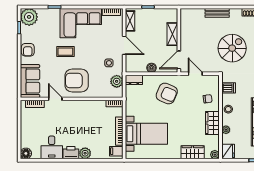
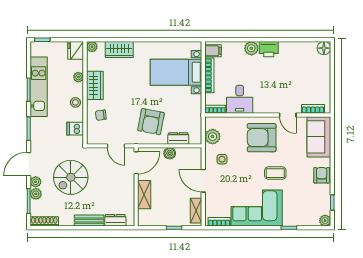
dresser: (196, 13) -> (115, 220), added
plant: (29, 17) -> (325, 221), width x0.53, depth x0.53
dresser: (134, 80) -> (178, 138), moved
armchair: (77, 81) -> (262, 138), turned 180
armchair: (167, 93) -> (151, 122), turned -102
desk: (52, 147) -> (240, 99), moved, turned 180

